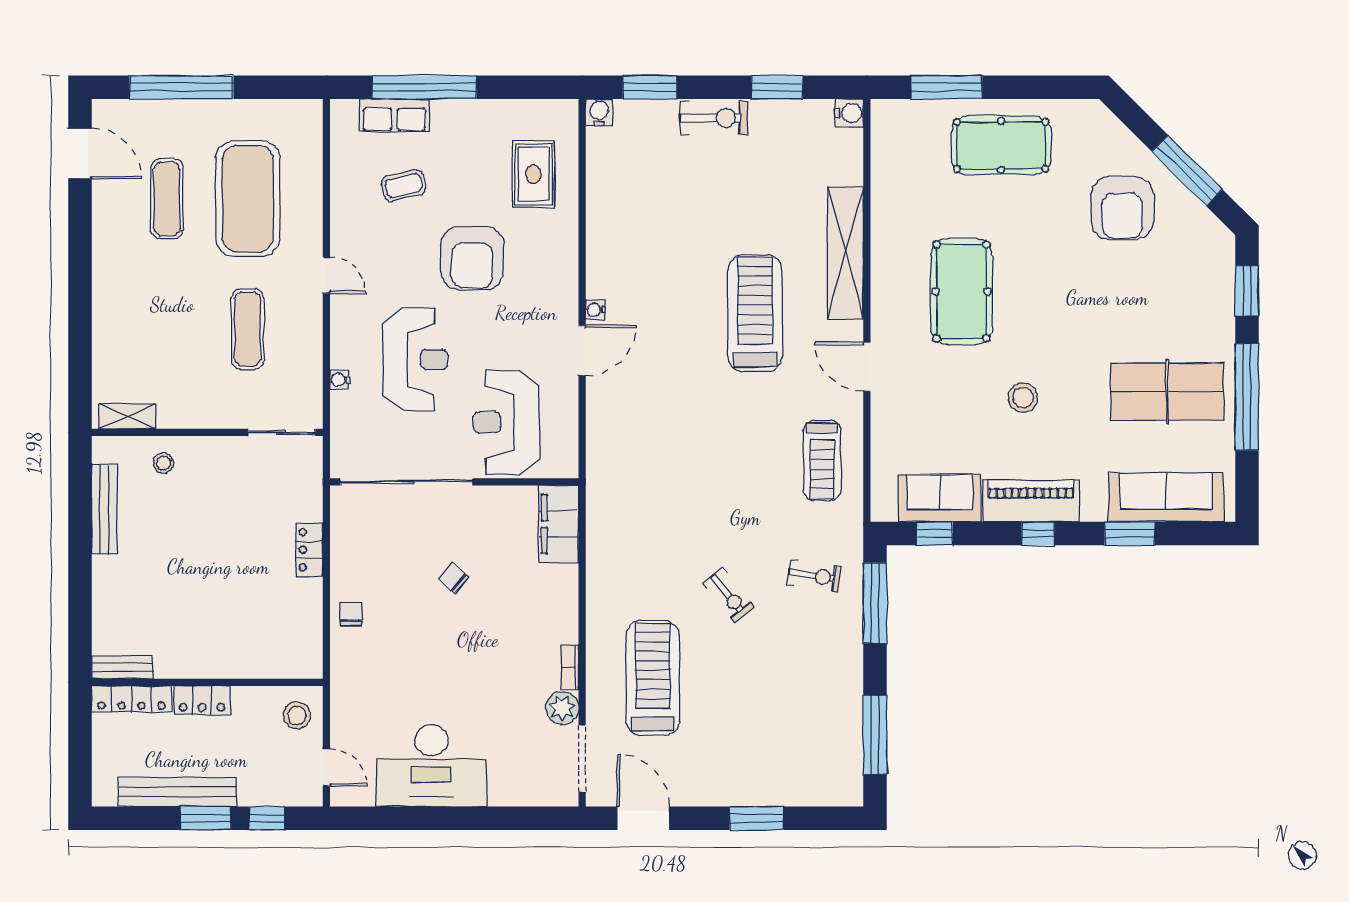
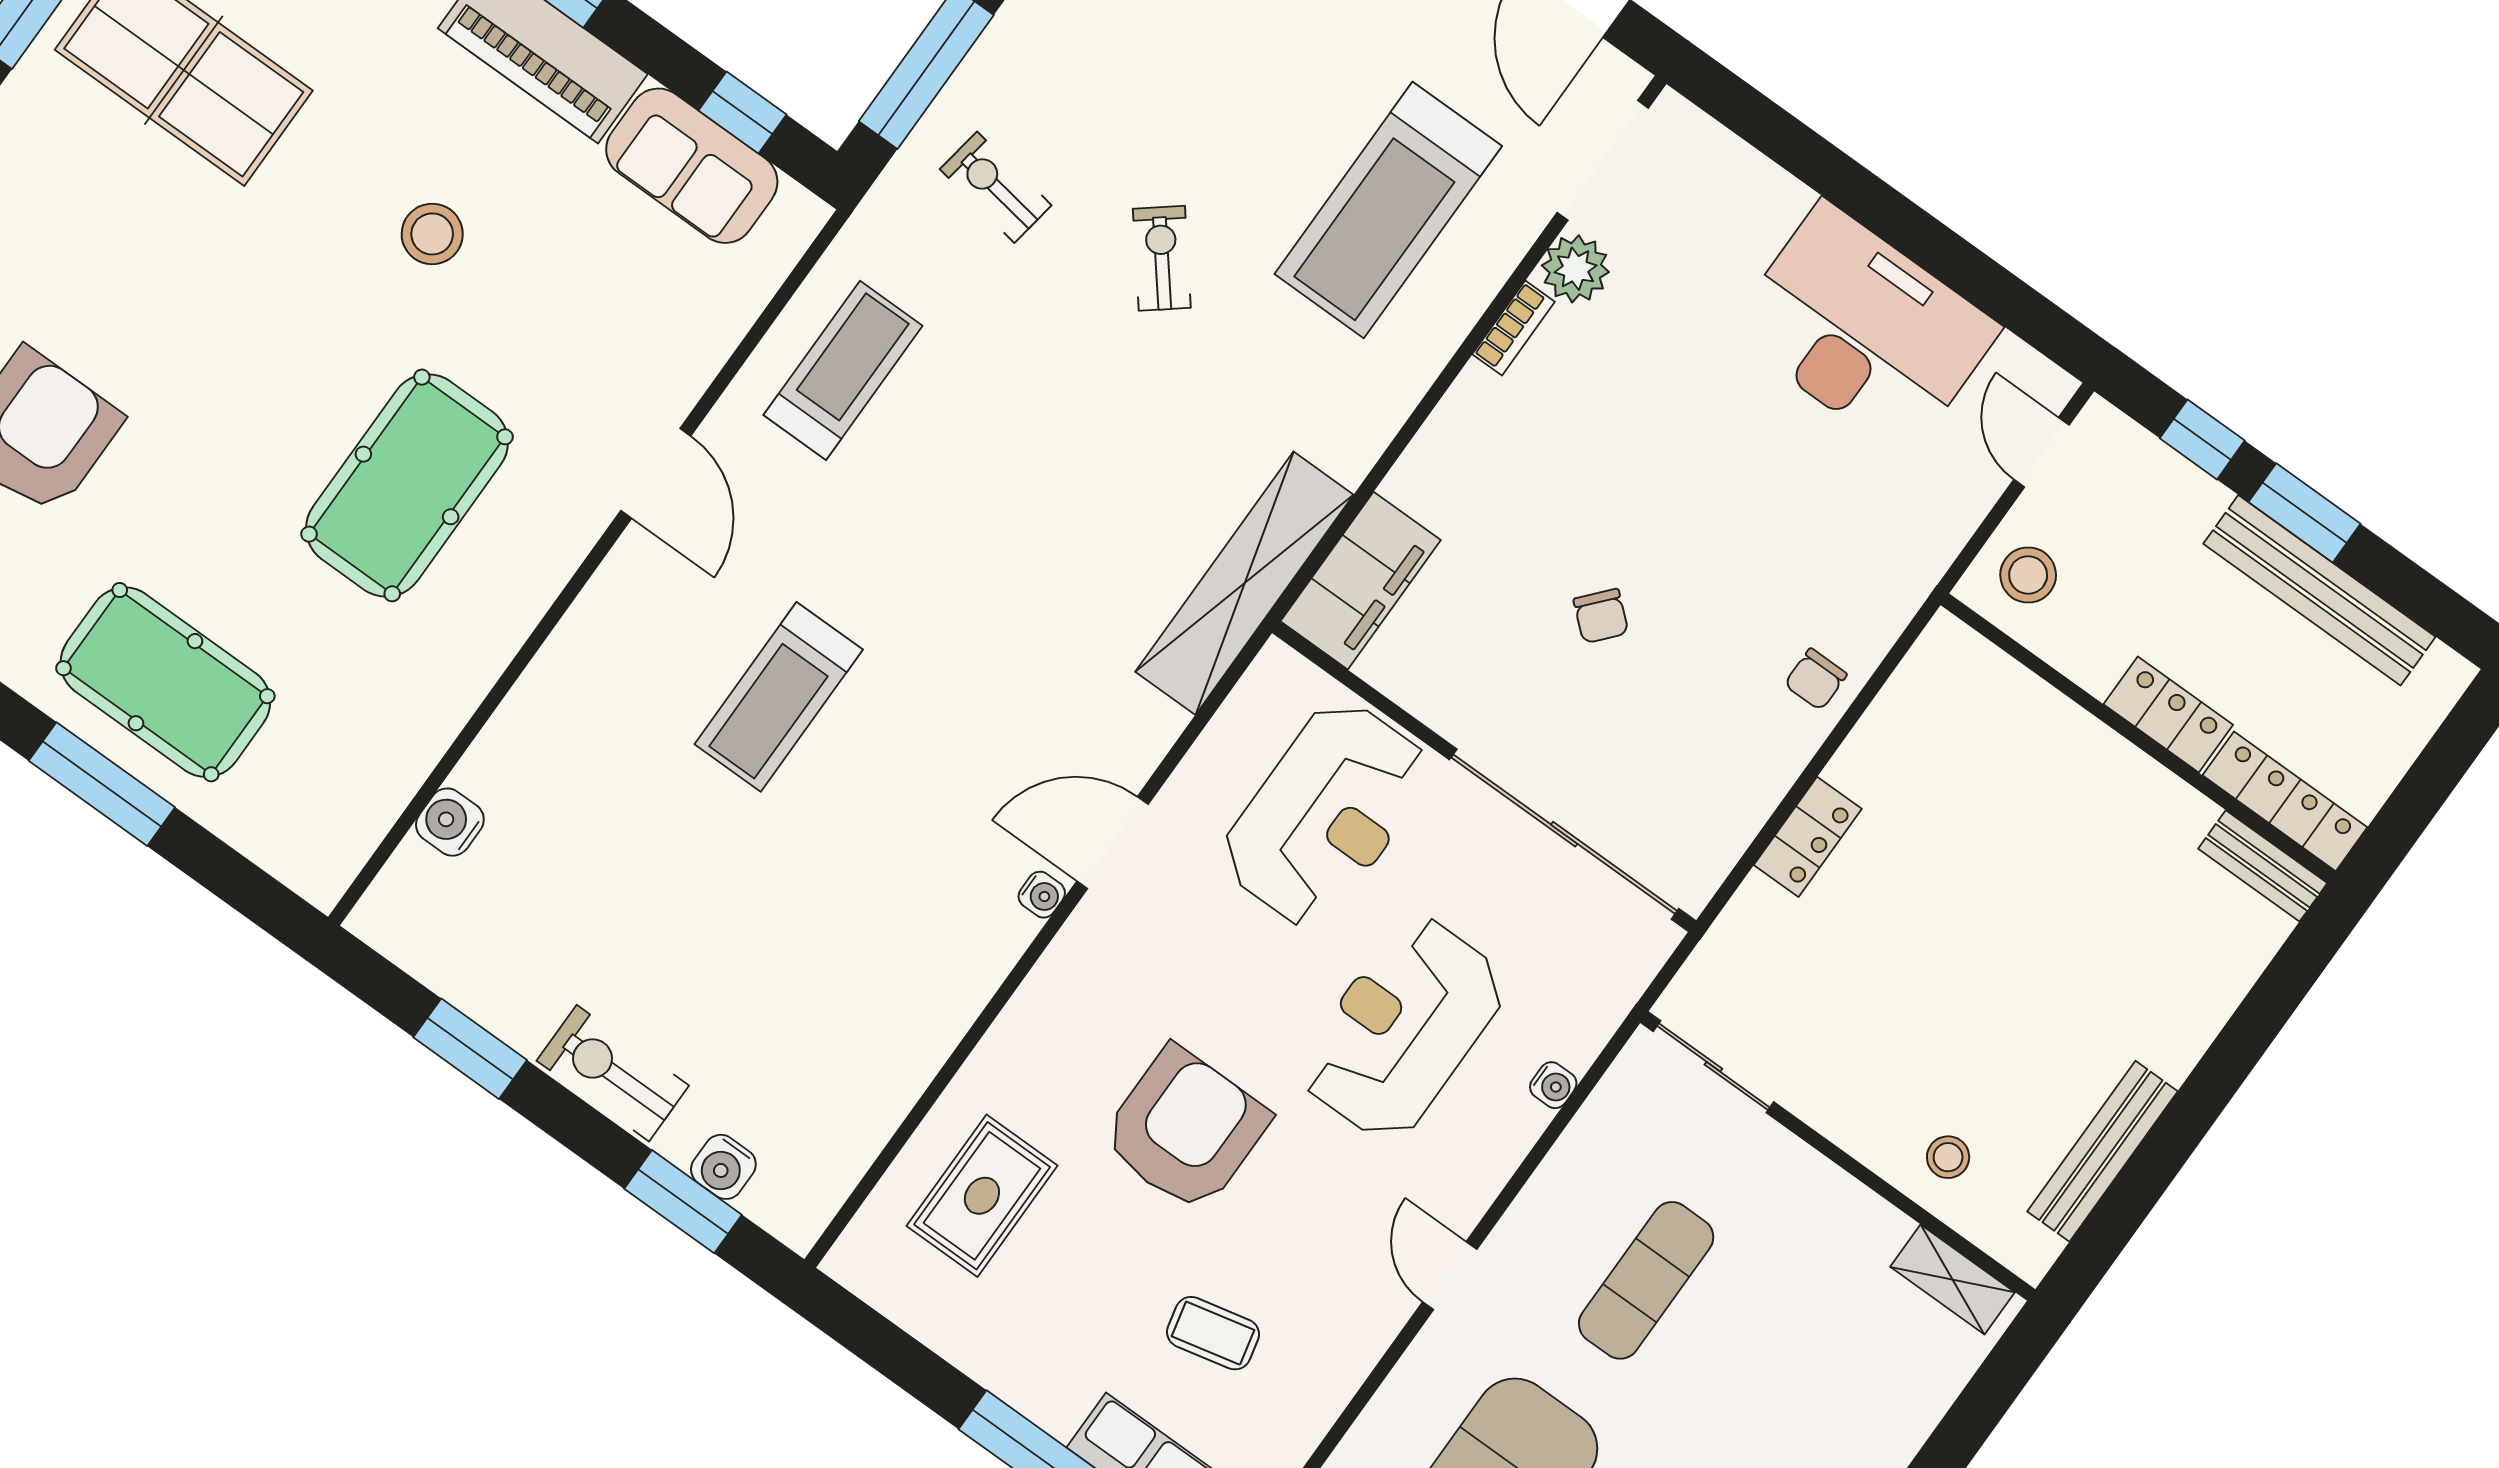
window: (947, 87) -> (102, 784), moved
water cooler: (599, 112) -> (723, 1167), moved
water cooler: (849, 113) -> (450, 822), moved
shelving: (845, 253) -> (1244, 583), moved
treadmill: (755, 313) -> (779, 697), width x0.73, depth x0.73

